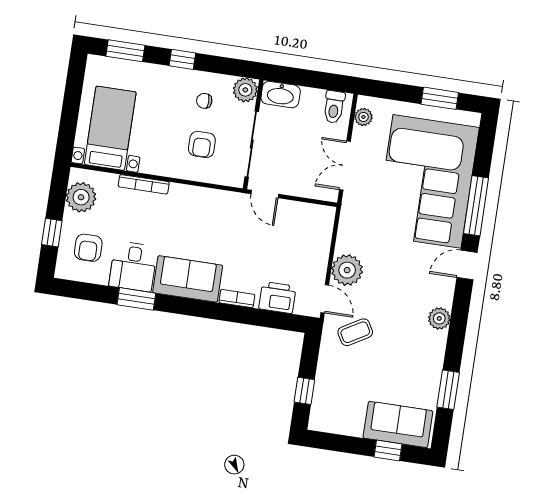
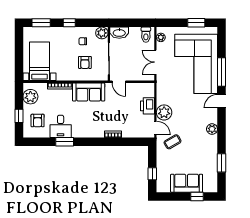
sofa: (188, 279) -> (89, 92), moved, turned 180
printer: (277, 297) -> (148, 106), moved, turned -90
sofa: (398, 424) -> (187, 183), moved

